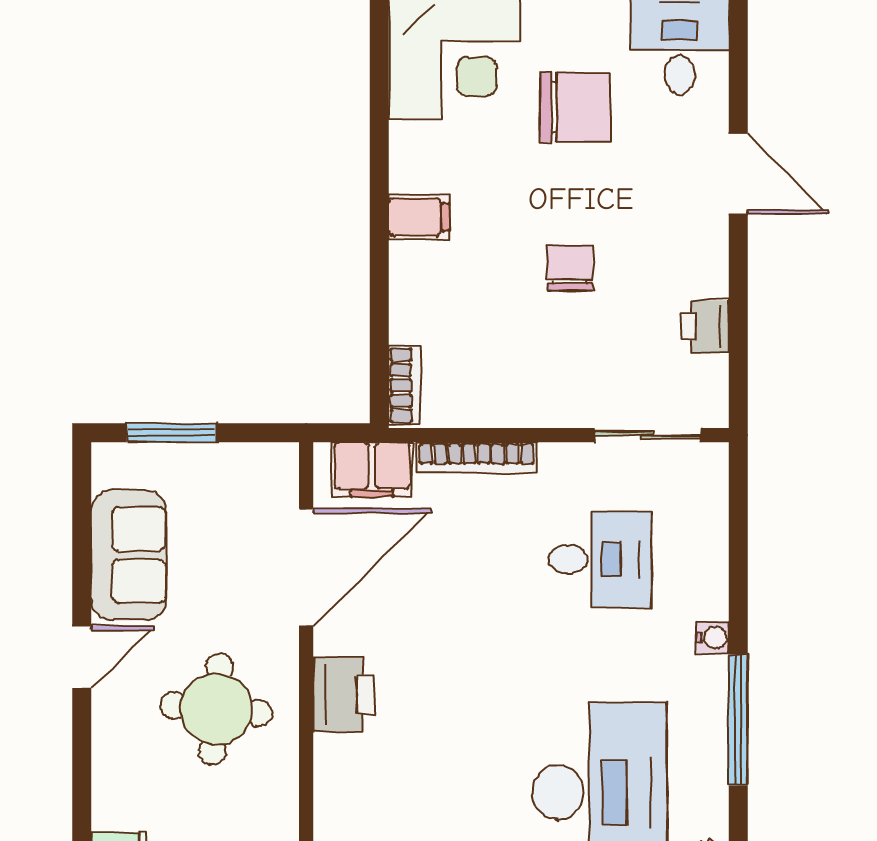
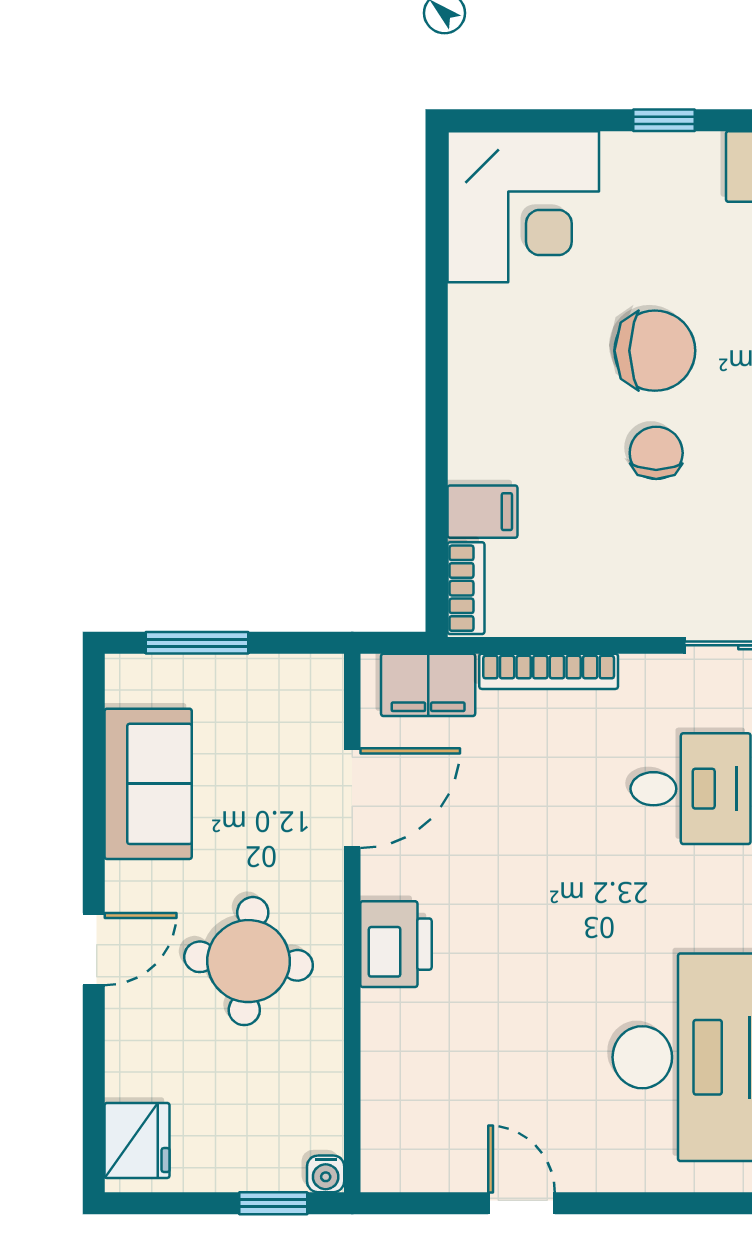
chair: (575, 107) -> (655, 351), moved
filing cabinet: (419, 217) -> (482, 512), moved
door: (306, 568) -> (352, 798), width x0.73
door: (82, 657) -> (94, 949), moved

